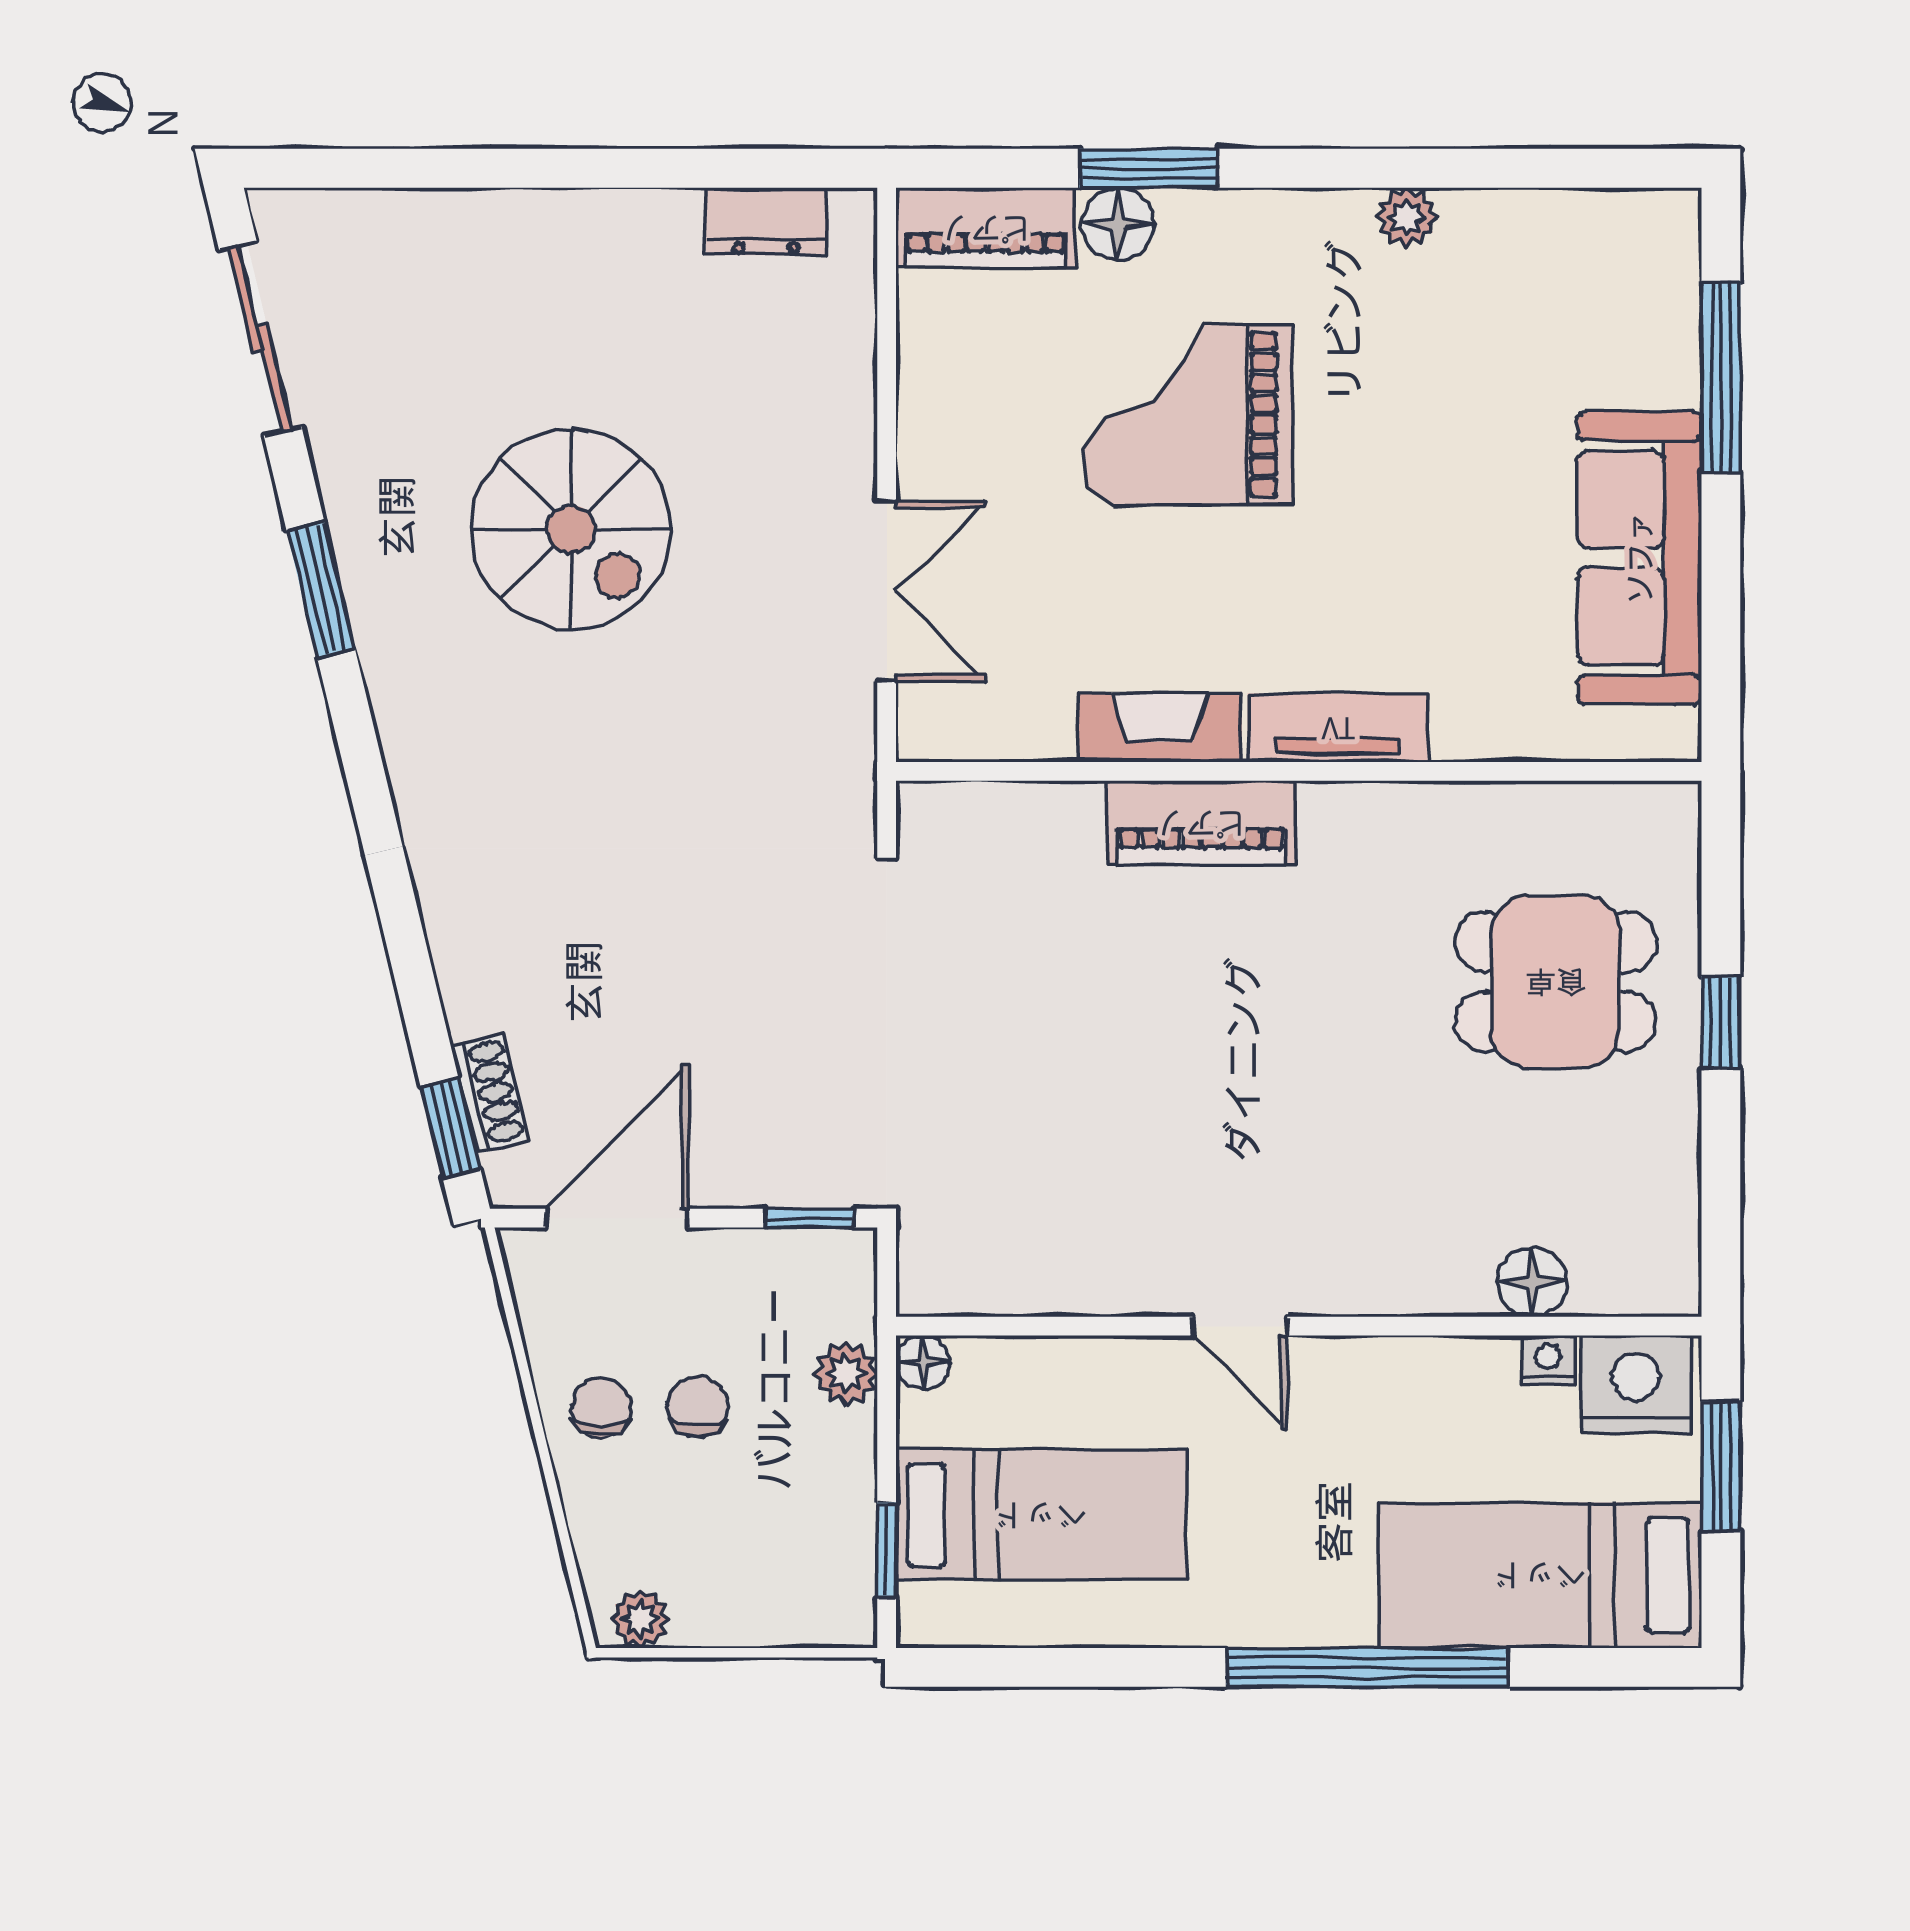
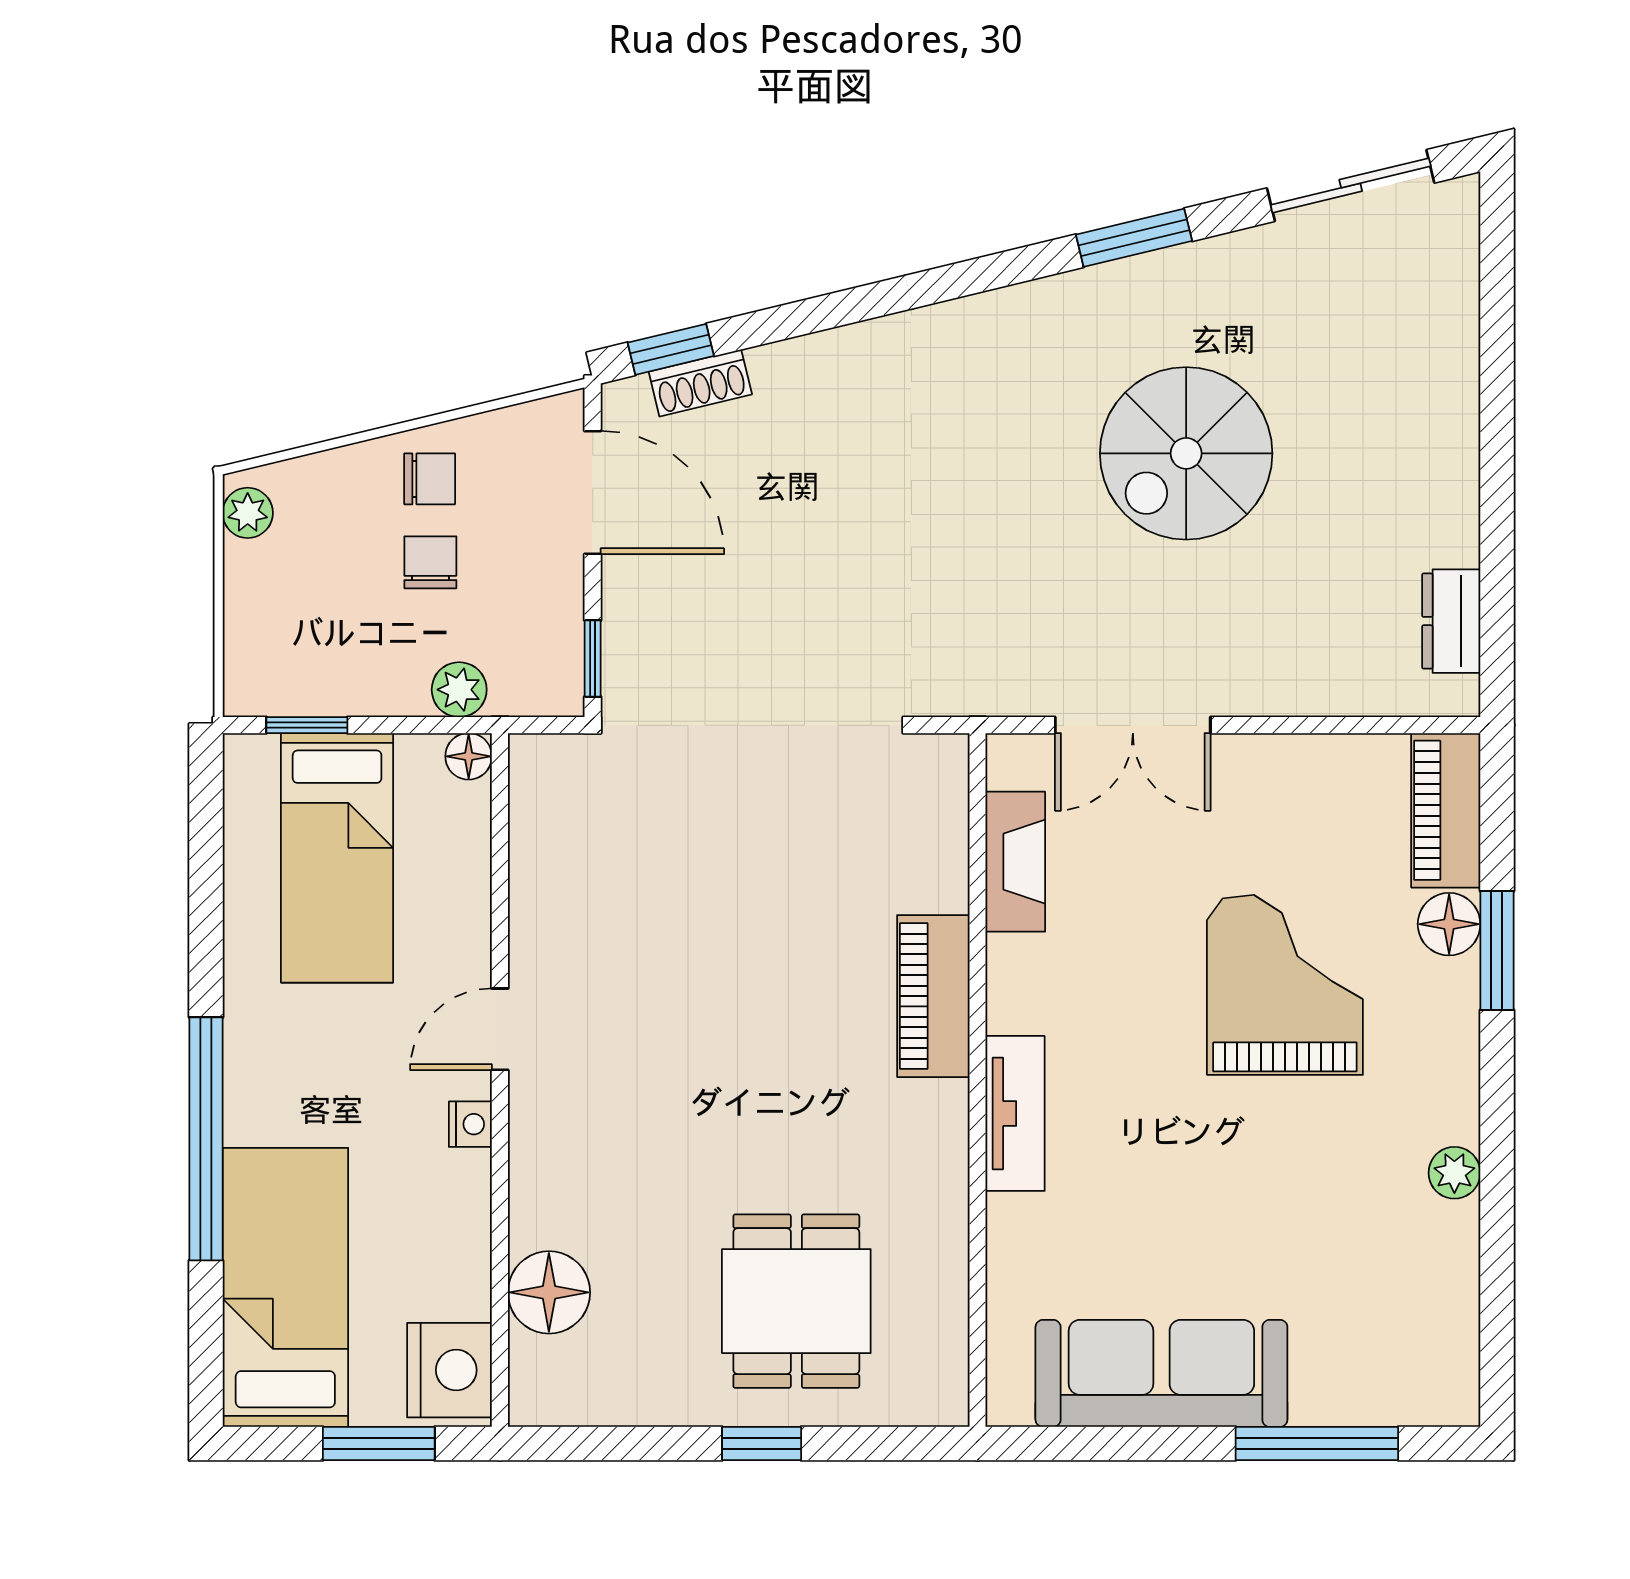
fireplace: (1160, 727) -> (1015, 862), moved
floor lamp: (1532, 1282) -> (549, 1292), width x1.38, depth x1.38
nightstand: (1548, 1360) -> (470, 1124), moved
chair: (698, 1407) -> (430, 562), turned -90

